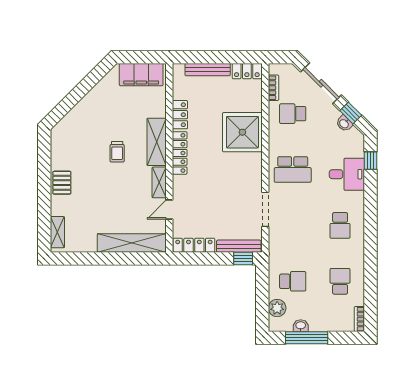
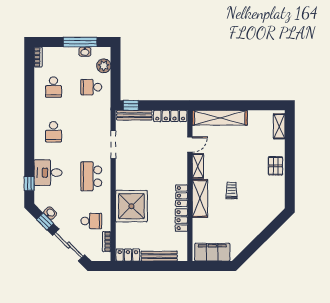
locker: (180, 153) -> (182, 196), width x0.66
school desk: (293, 170) -> (91, 176), turned -90
school desk: (340, 225) -> (53, 132), turned 180

